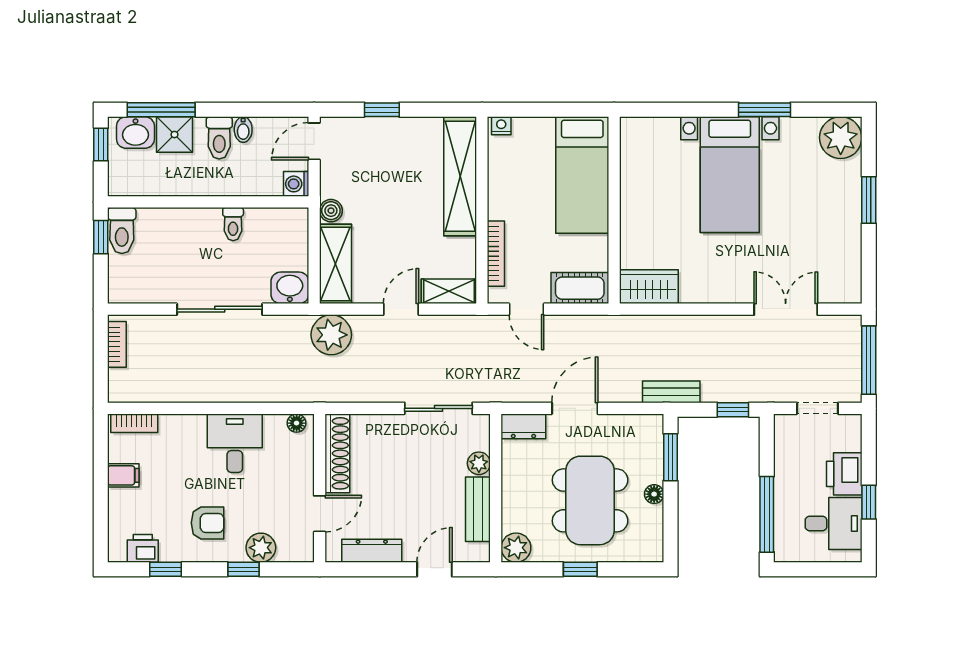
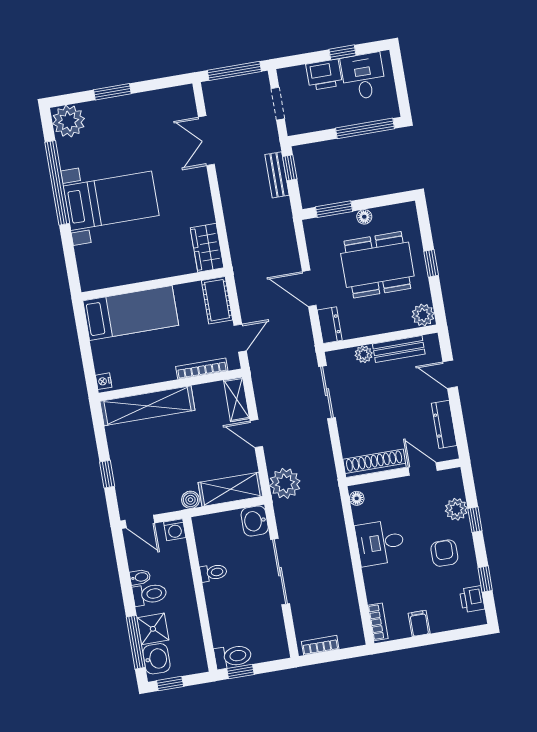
window: (765, 110) -> (57, 183), width x2.11
bench: (671, 392) -> (277, 175), moved

